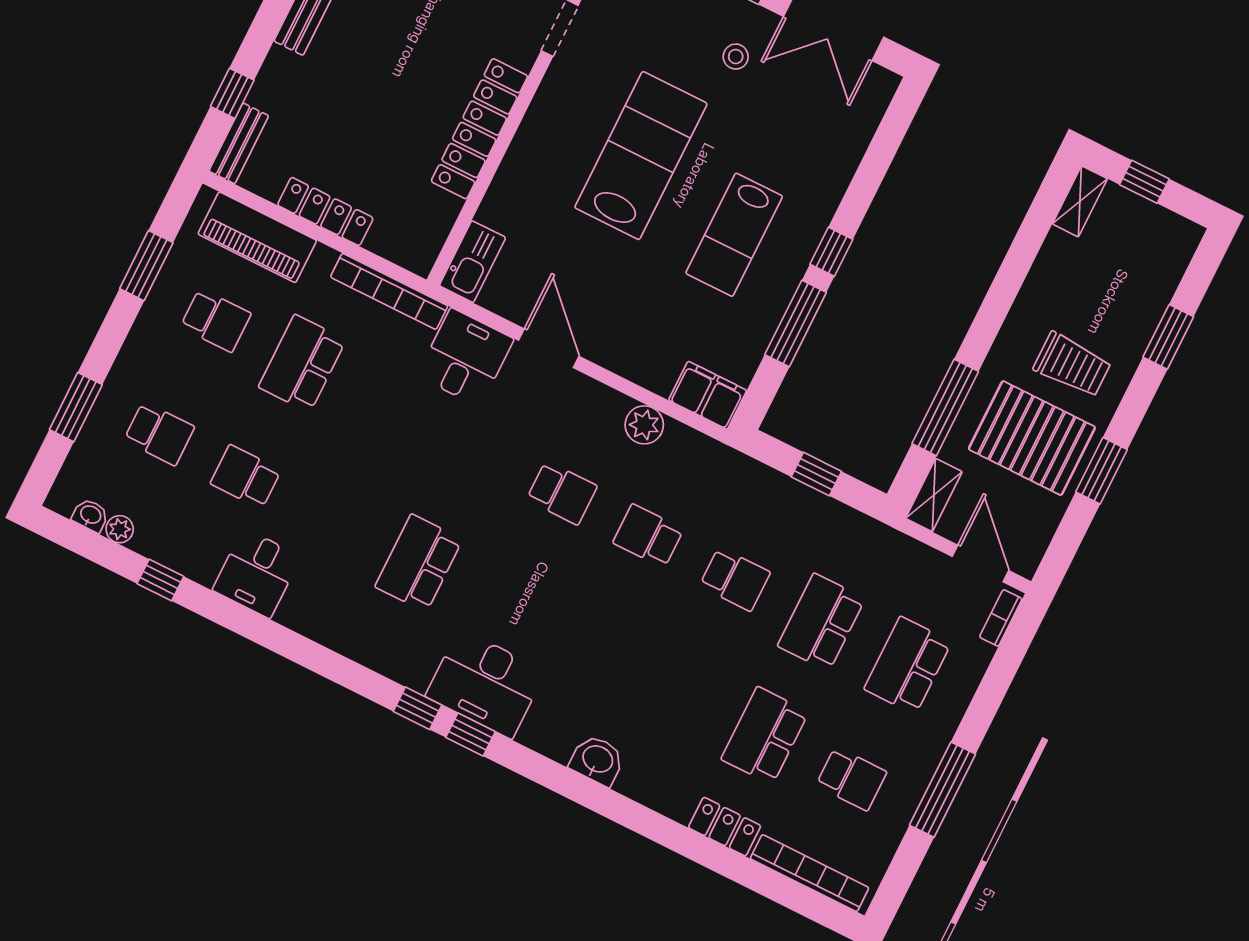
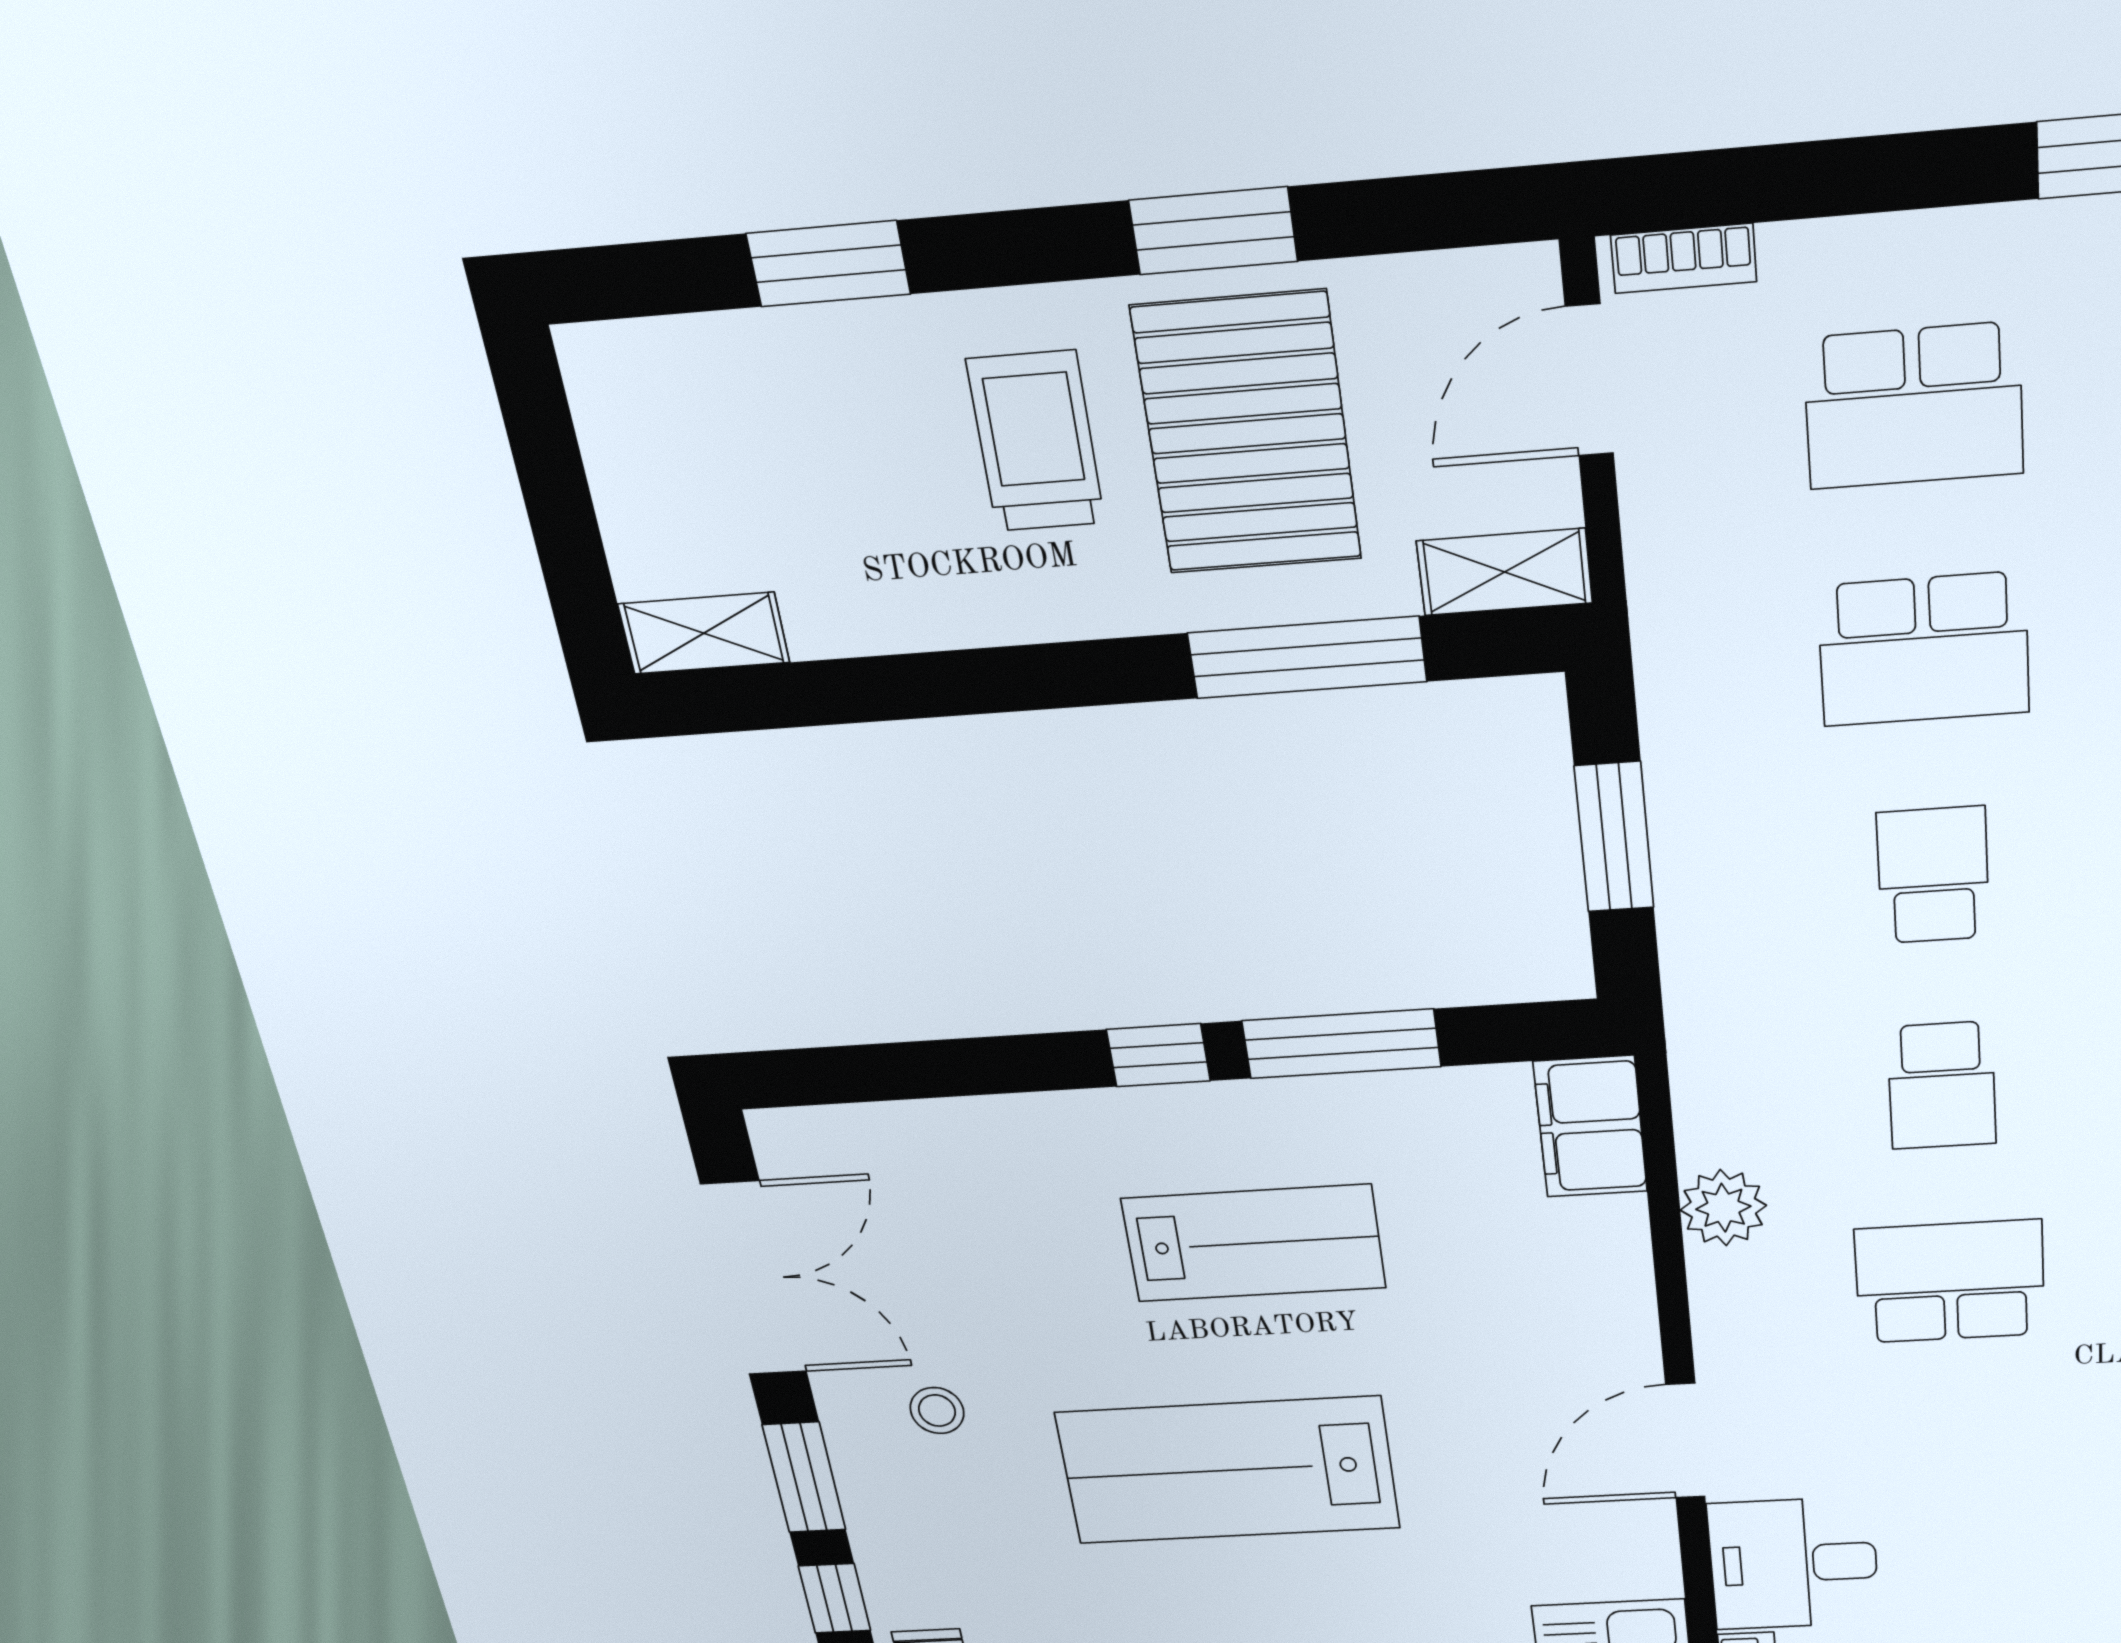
window: (1144, 182) -> (564, 523), removed
window: (816, 474) -> (1614, 837), width x1.50
school desk: (562, 493) -> (1950, 1282), width x1.85

